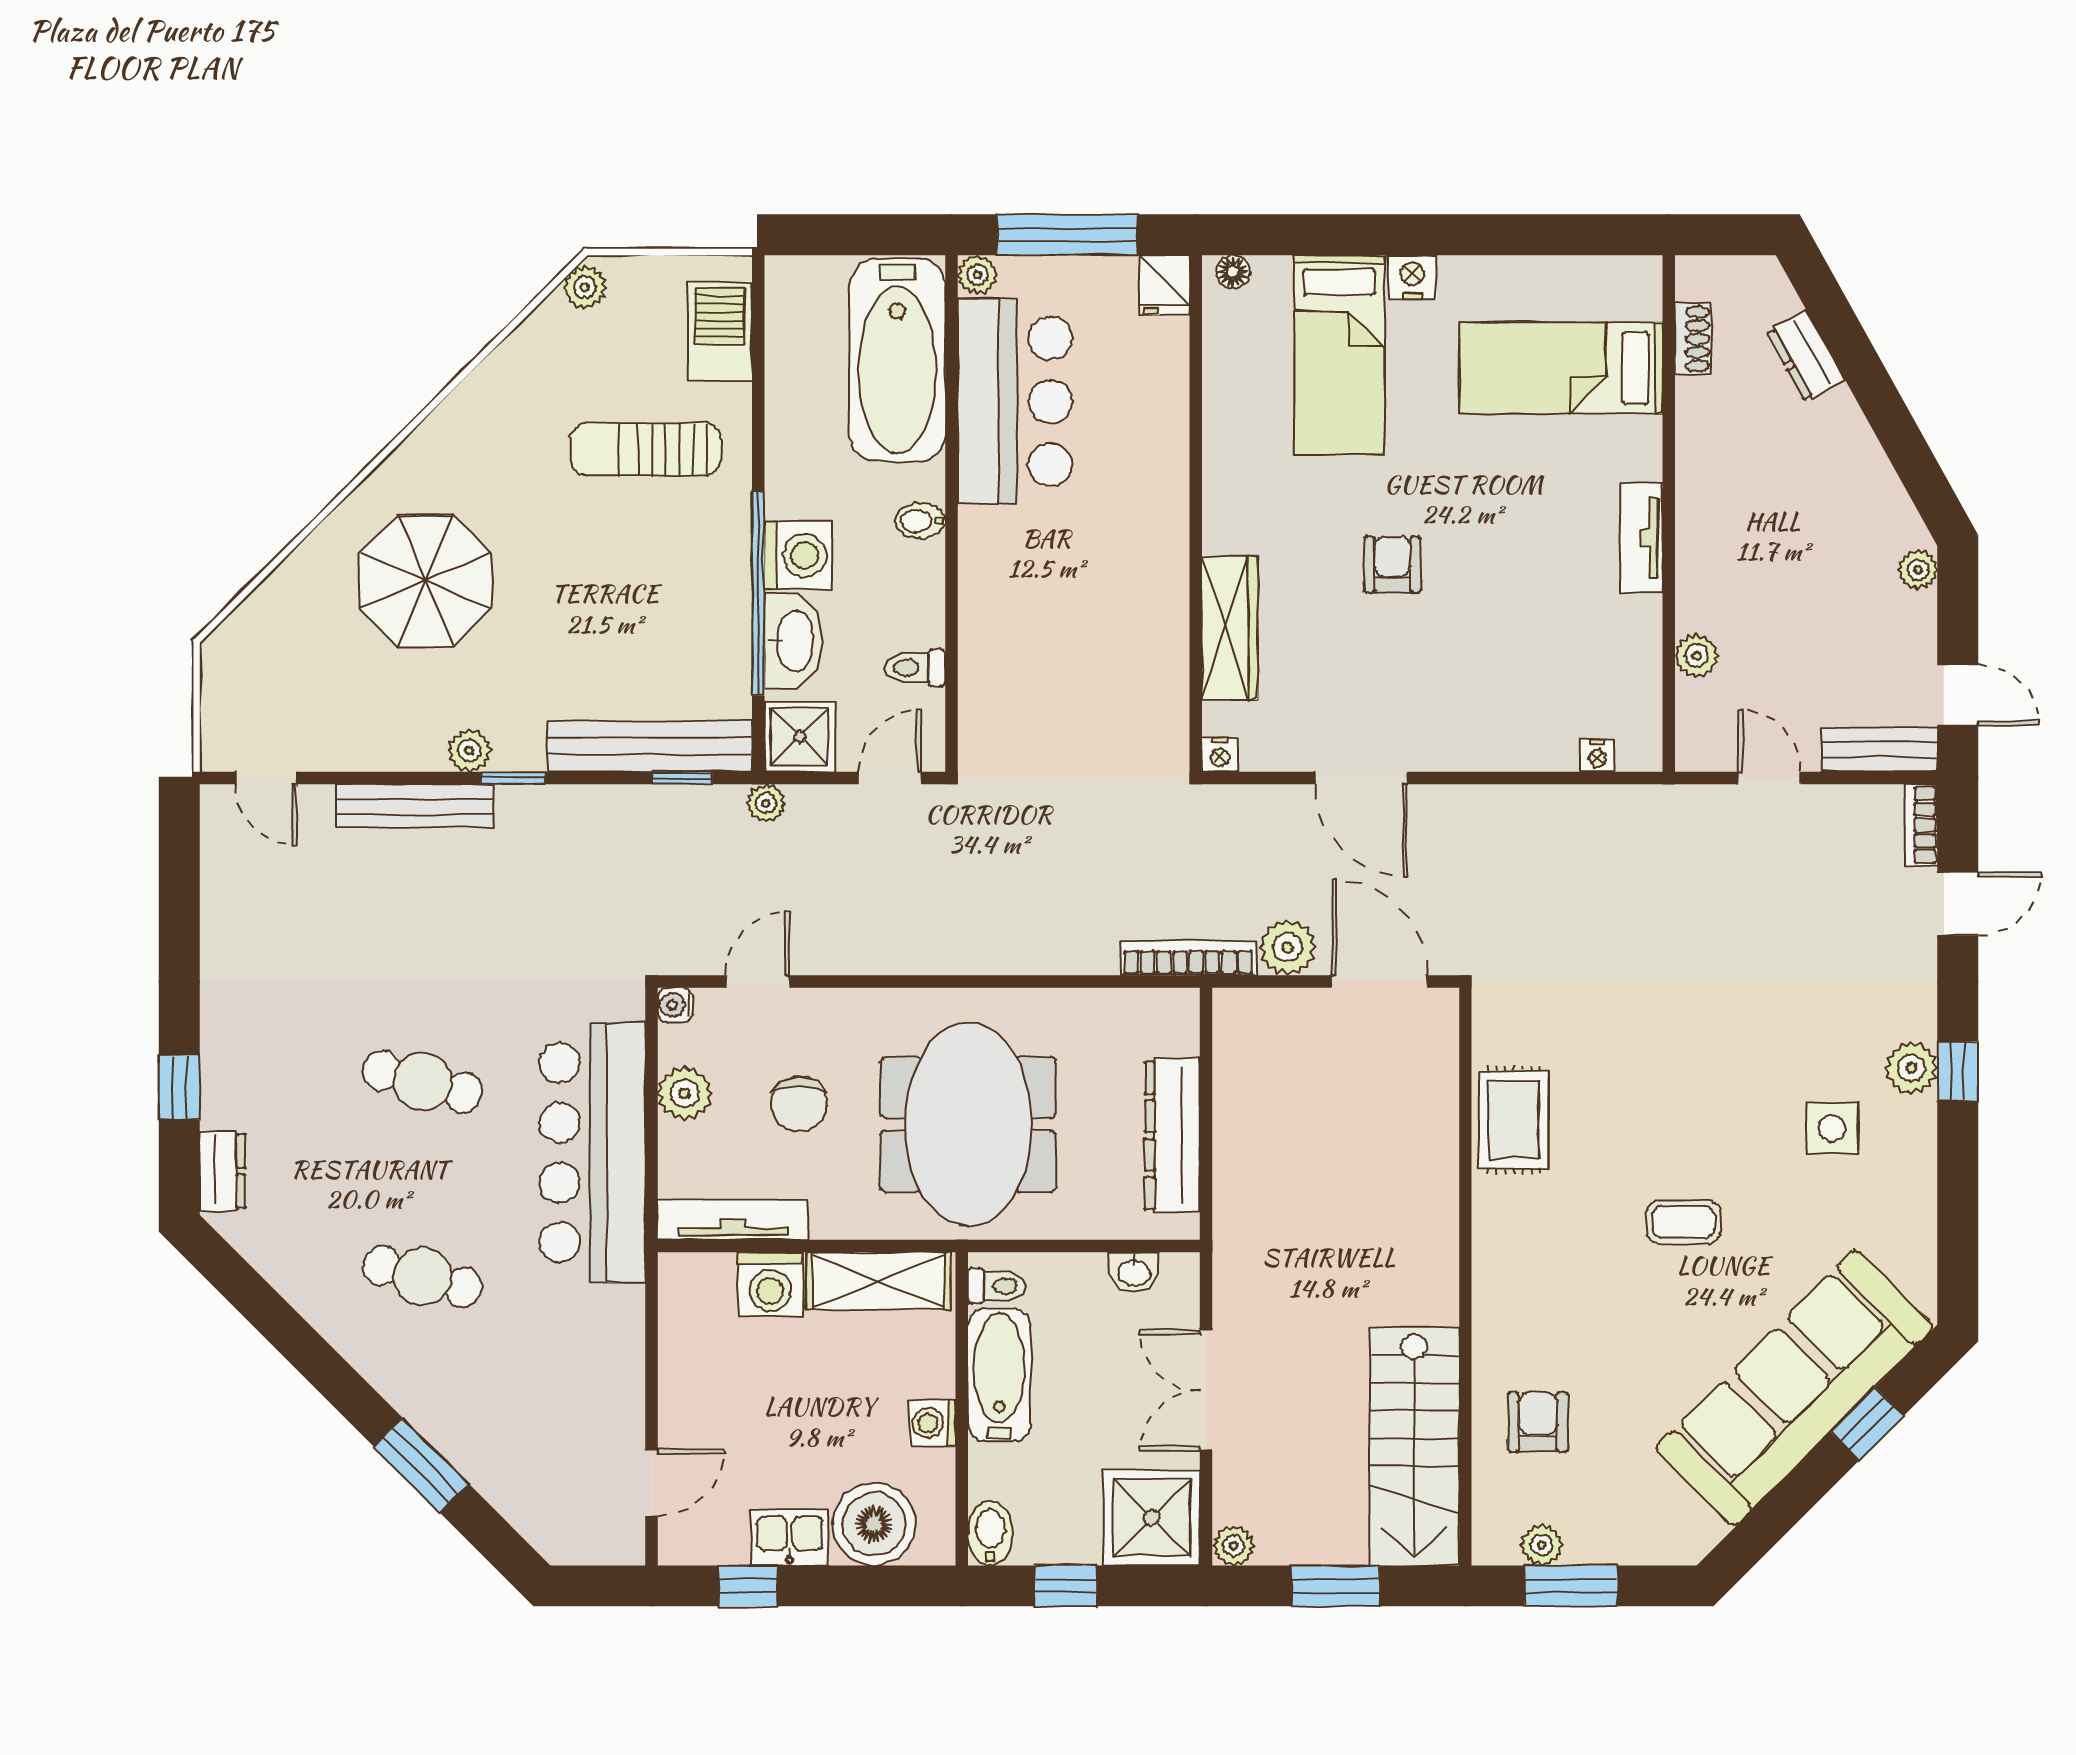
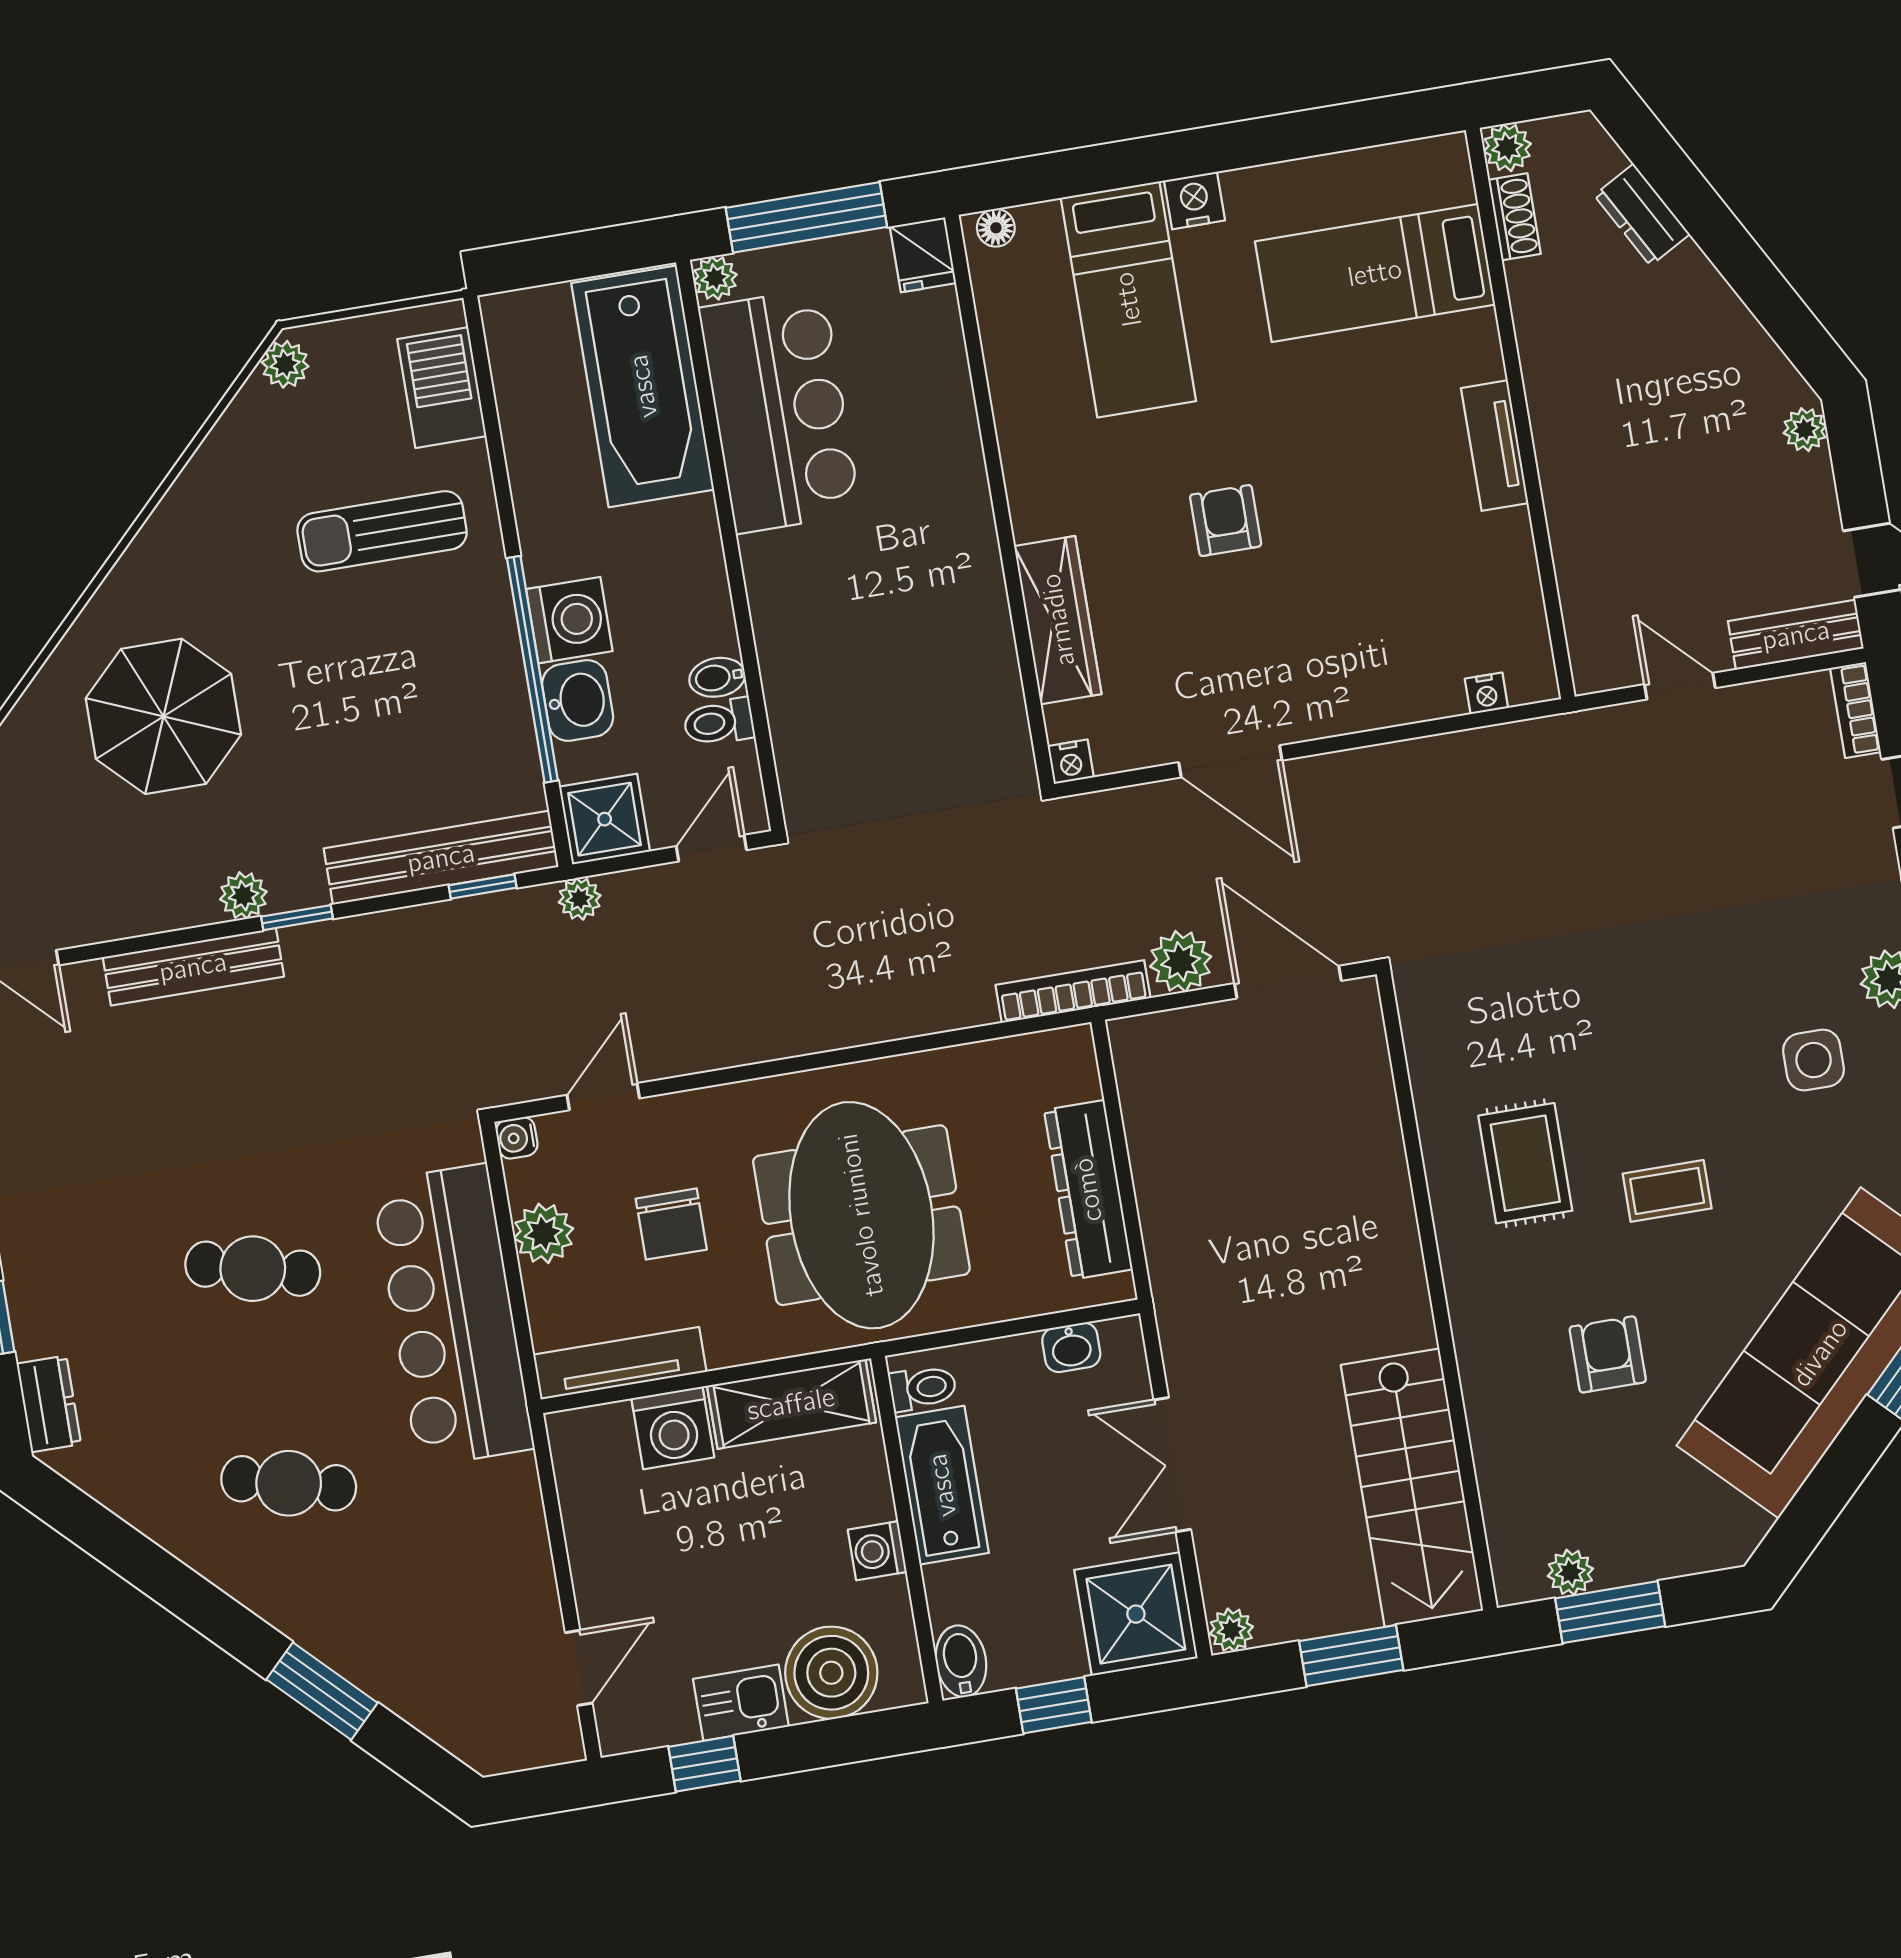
bidet: (920, 521) -> (717, 677), moved
washbasin: (793, 641) -> (578, 701), width x0.72
plant: (1697, 656) -> (1507, 148), moved
rug: (1514, 1120) -> (1525, 1163), moved
armchair: (1538, 1422) -> (1608, 1354), moved

